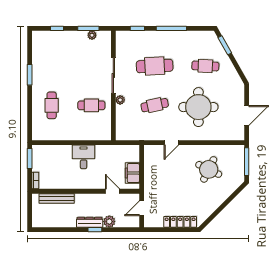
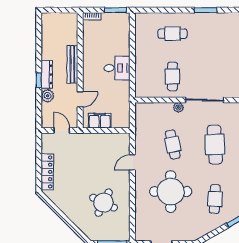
door: (171, 143) -> (132, 163), hinge flipped
bench: (57, 198) -> (72, 64), moved

